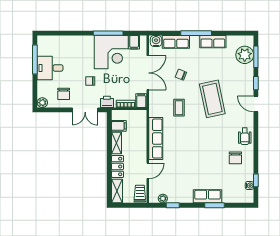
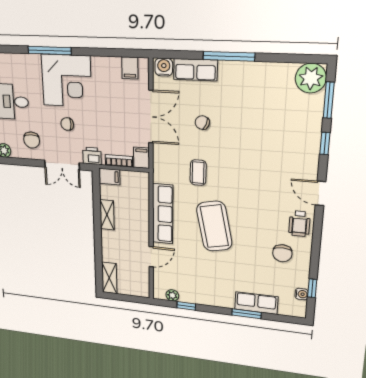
window: (108, 33) -> (49, 51), moved
row of seats: (213, 42) -> (256, 72), removed
corner desk: (111, 52) -> (67, 81), moved
plant: (245, 55) -> (311, 78), moved
coffee table: (212, 99) -> (214, 226), moved
door: (256, 104) -> (320, 193), moved
filing cabinet: (119, 126) -> (109, 177), moved
locker: (118, 166) -> (109, 246), removed
trolley: (140, 194) -> (140, 285), removed
row of seats: (207, 196) -> (256, 303), moved

